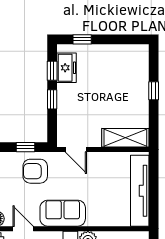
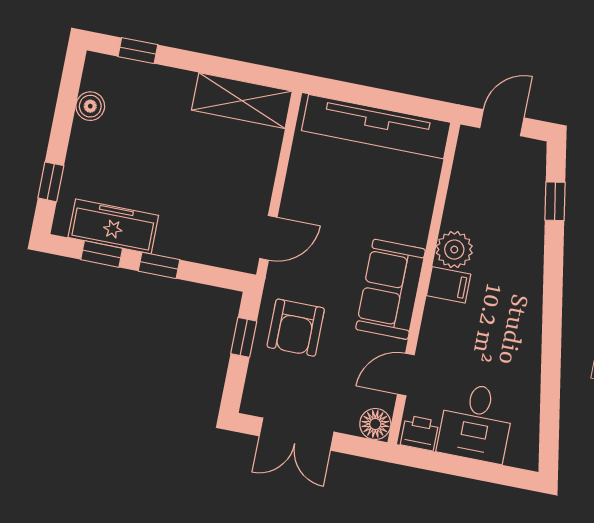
boiler: (122, 51) -> (90, 106), added
freezer: (67, 68) -> (113, 226), width x1.40
window: (154, 91) -> (138, 51), moved
shelving: (125, 138) -> (242, 101), moved, turned 90

